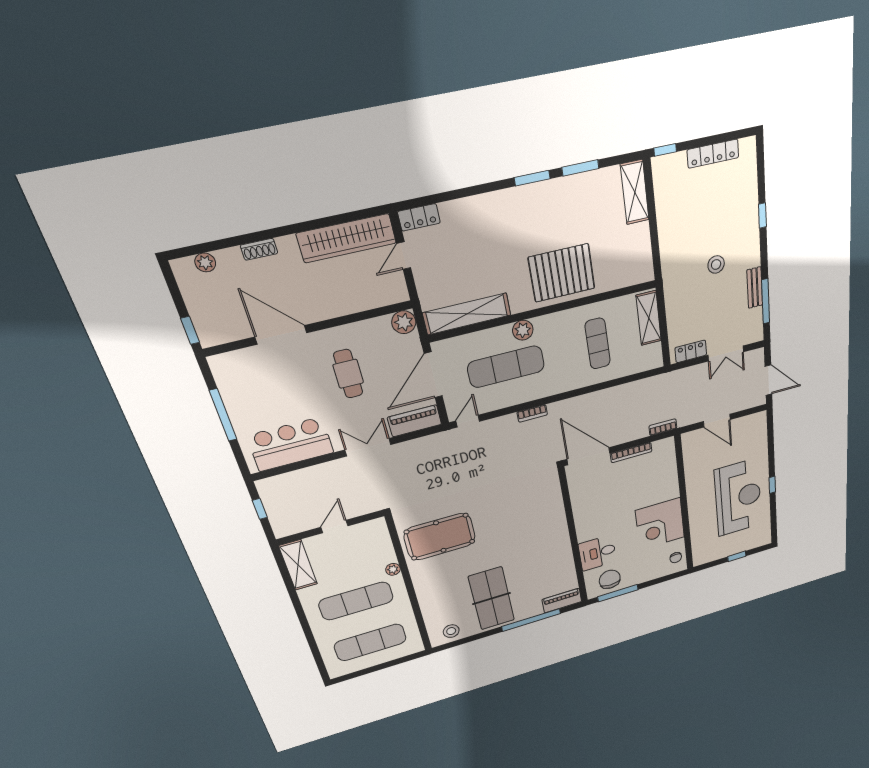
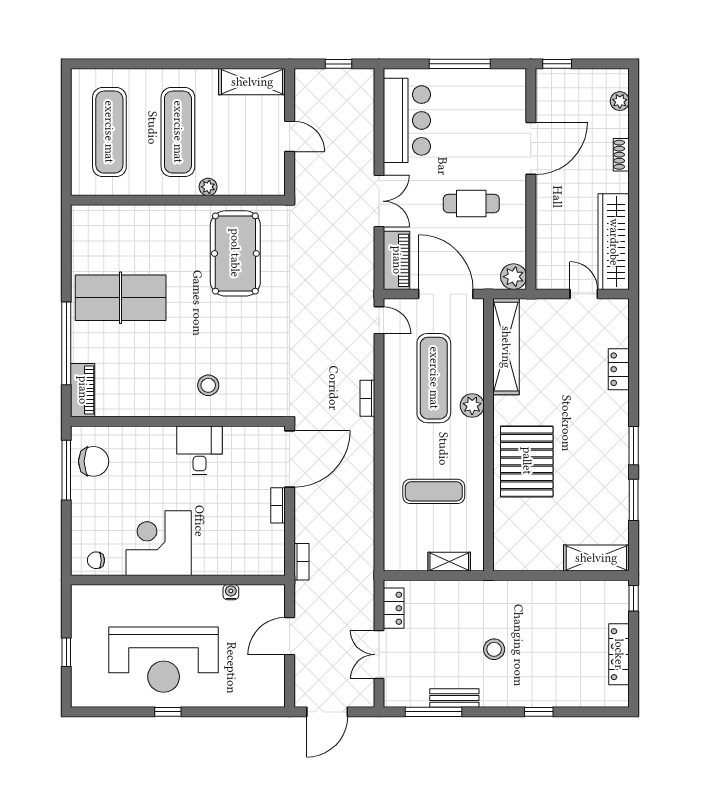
locker: (419, 217) -> (619, 369), moved
shelving: (649, 318) -> (449, 562), width x0.67, depth x0.75
bookcase: (631, 453) -> (278, 505), width x0.64
water cooler: (689, 468) -> (231, 592), added
desk: (597, 553) -> (200, 450), moved
stool: (451, 631) -> (208, 385), moved

